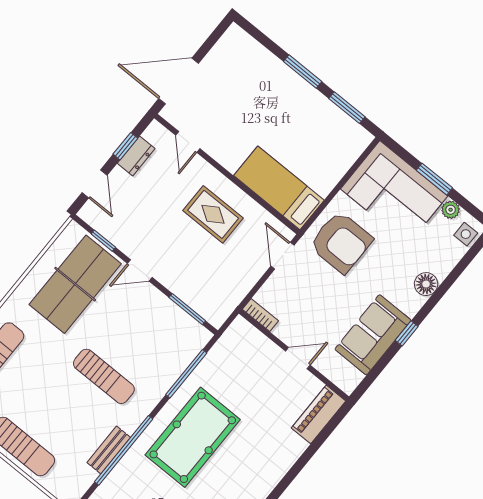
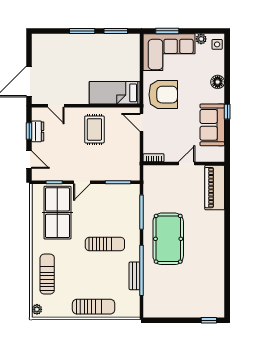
window: (434, 179) -> (167, 31), moved
rug: (213, 214) -> (94, 129), turned 90
piano: (318, 414) -> (215, 188), width x1.37, depth x1.33

